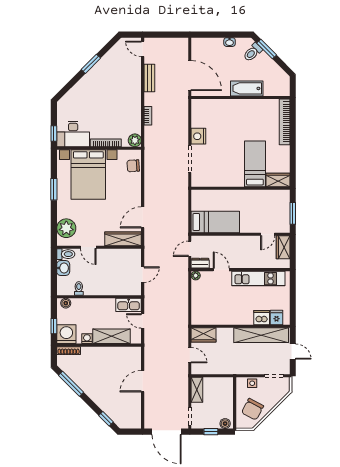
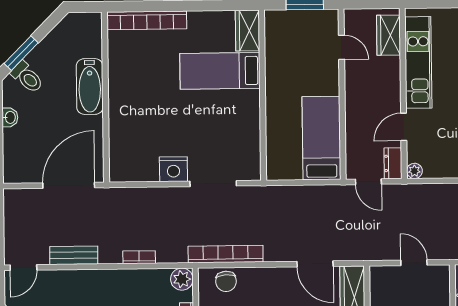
bookcase: (149, 166) -> (226, 254), added
wardrobe: (283, 247) -> (388, 35), moved, turned 90

